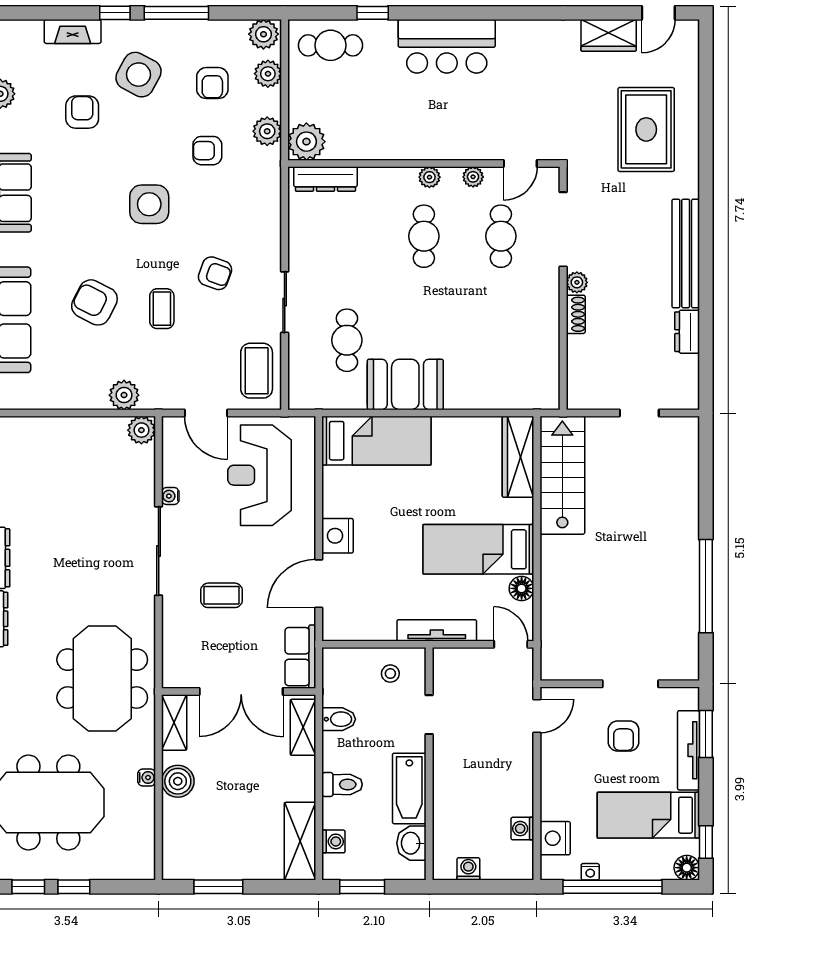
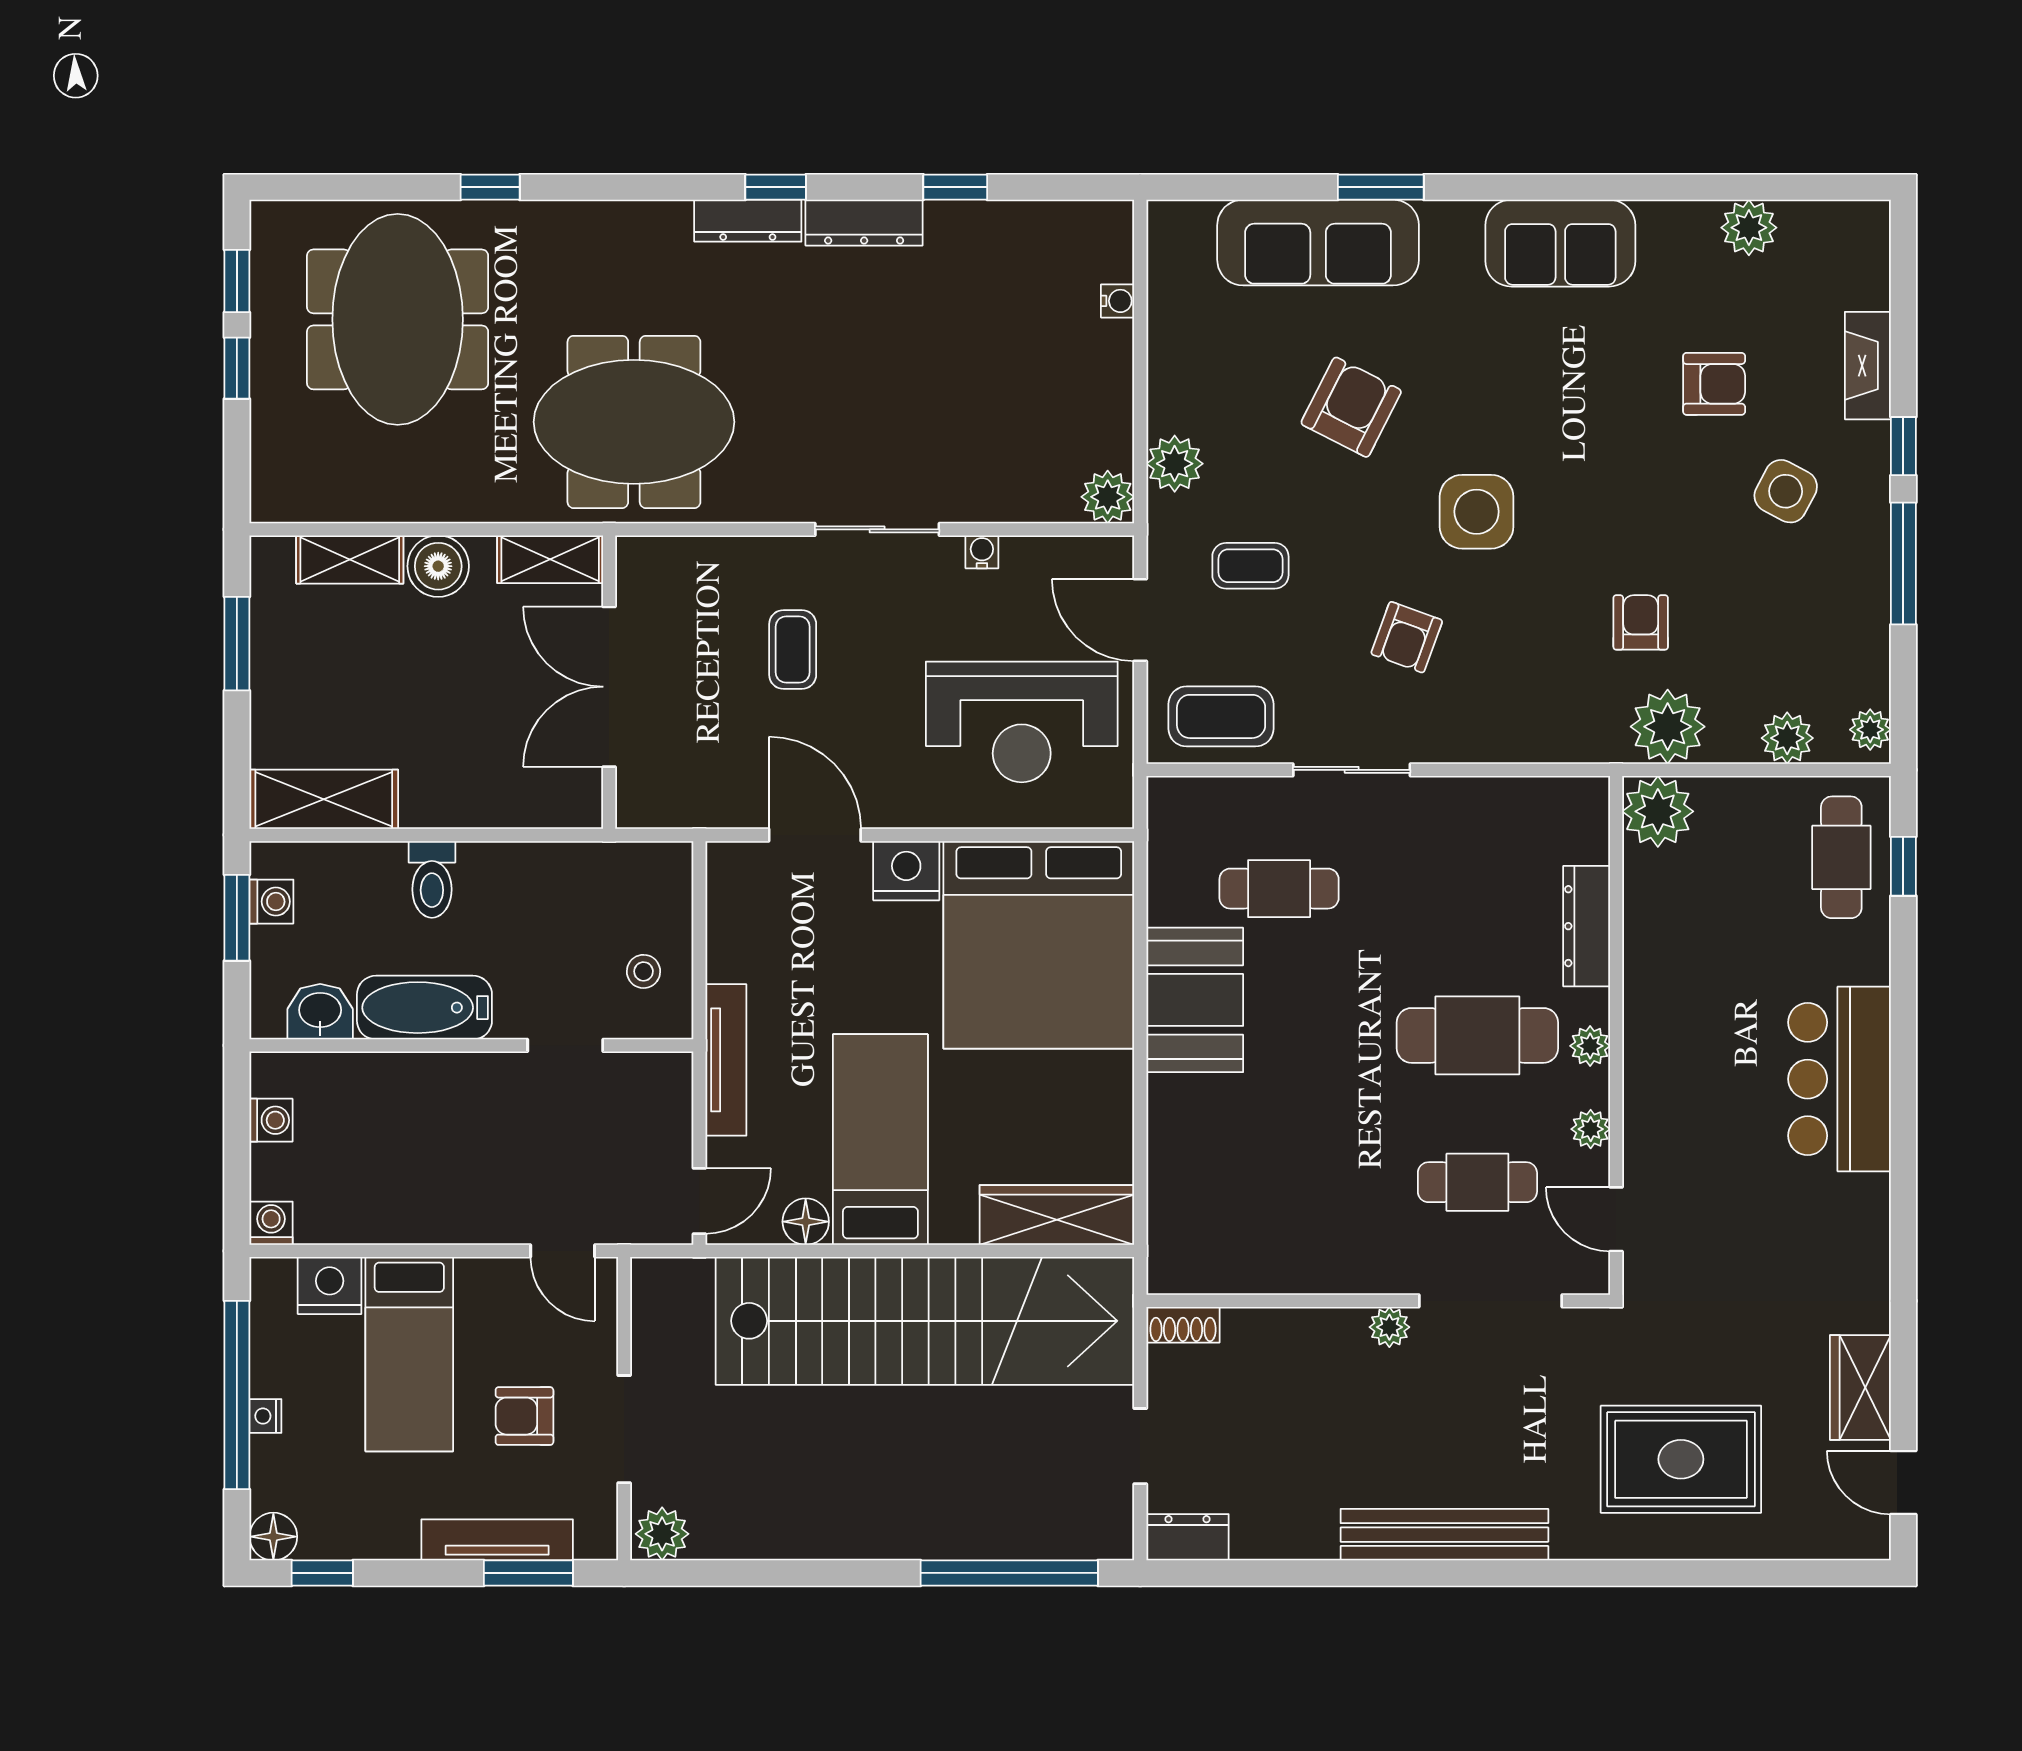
window: (373, 13) -> (1903, 866), moved
plant: (263, 34) -> (1870, 730), width x0.73, depth x0.73
side table: (138, 75) -> (1786, 491), width x0.73, depth x0.73
armchair: (212, 83) -> (1769, 632), removed
plant: (267, 131) -> (1668, 727), width x1.36, depth x1.36
dresser: (325, 179) -> (1587, 926), moved
side table: (149, 204) -> (1477, 512), moved
cafe table: (424, 236) -> (1477, 1035), width x1.37, depth x1.35
coffee table: (162, 309) -> (1250, 566), moved
shoe rack: (576, 314) -> (1183, 1325), moved
dresser: (687, 332) -> (1188, 1537), moved
door: (206, 413) -> (1140, 620), hinge flipped
bed: (376, 441) -> (1039, 945), width x2.04
reception desk: (260, 475) -> (1022, 722), turned 180
stairs: (562, 475) -> (925, 1321), width x1.86, depth x1.51
sliding door: (159, 551) -> (877, 529), width x0.73
window: (706, 586) -> (1009, 1573), moved
row of seats: (300, 657) -> (676, 800), removed
plant: (685, 664) -> (662, 1534), added
bidet: (339, 719) -> (556, 873), removed
shelving: (303, 727) -> (350, 560), moved
water cooler: (147, 778) -> (1118, 301), moved, turned -90
bed: (648, 815) -> (409, 1354), moved, turned 180
washing machine: (522, 829) -> (271, 1223), moved
washing machine: (333, 841) -> (271, 902), moved, turned -90
nightstand: (590, 872) -> (265, 1416), moved

